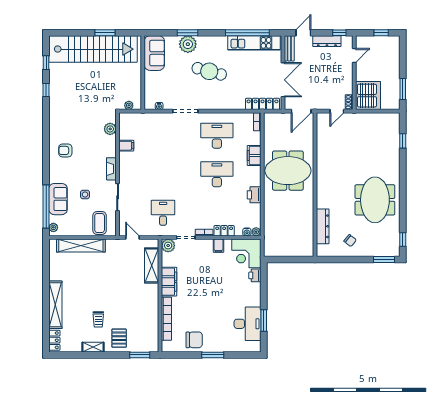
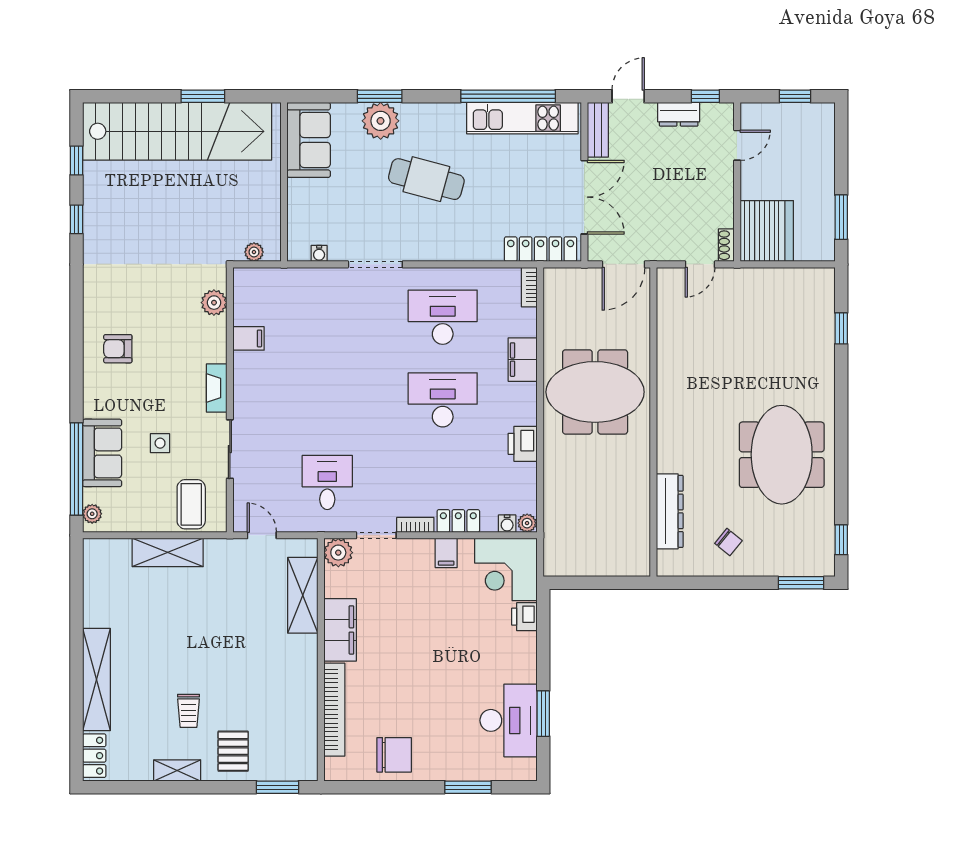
dresser: (327, 41) -> (679, 114), width x0.70
shelving: (81, 245) -> (168, 552), width x0.68
window: (213, 355) -> (468, 787), moved

